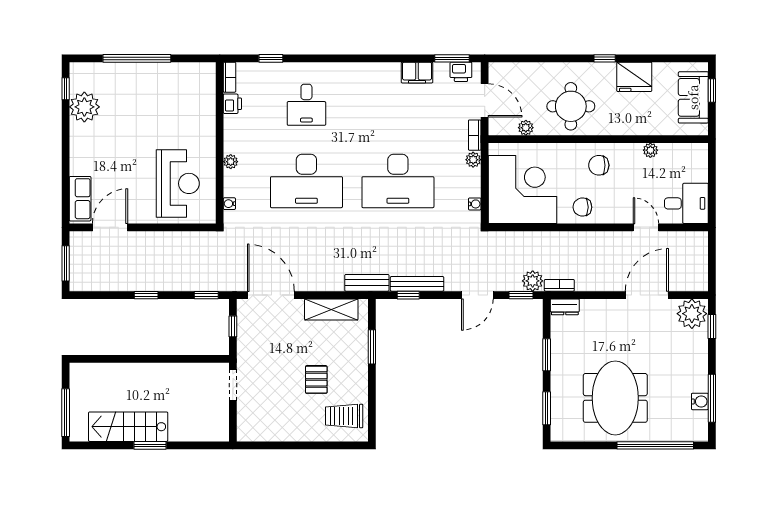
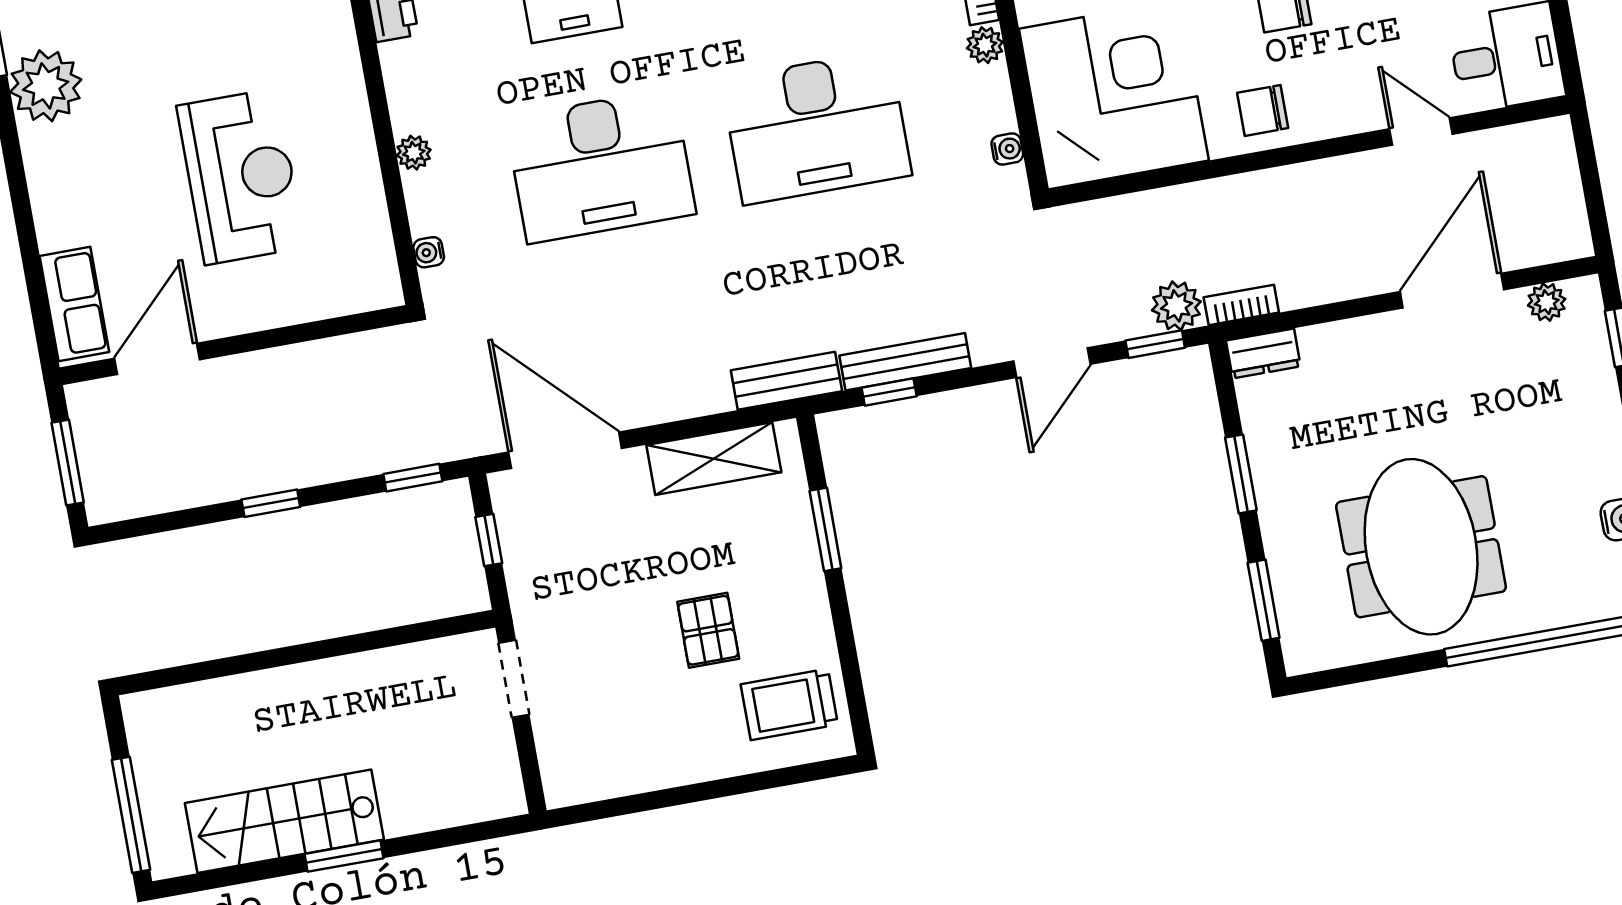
reception desk: (178, 183) -> (241, 177), moved
plant: (692, 314) -> (1547, 302), width x0.53, depth x0.53

